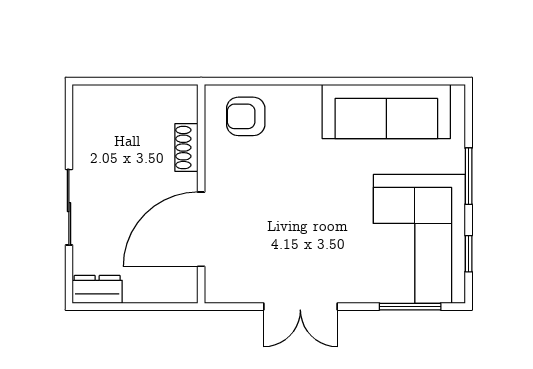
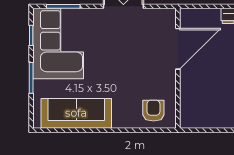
armchair: (246, 116) -> (153, 111), turned -90
shoe rack: (186, 148) -> (186, 94), removed

